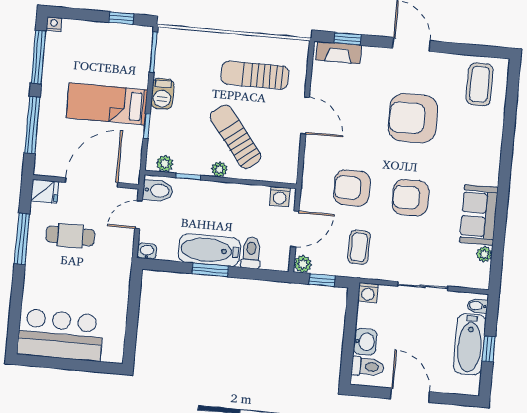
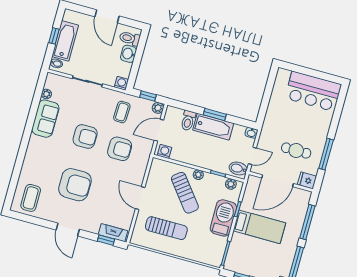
barbecue: (162, 94) -> (223, 218), width x1.88, depth x1.53

